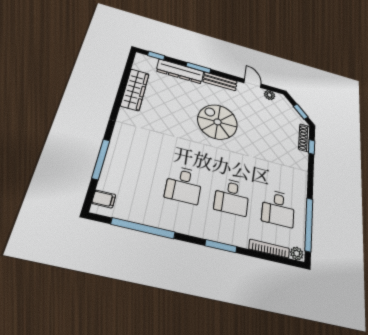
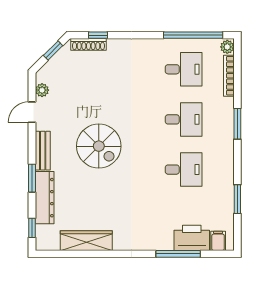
spiral stairs: (218, 122) -> (99, 146), turned -90
printer: (114, 175) -> (192, 238), added
window: (143, 228) -> (237, 199), width x0.47

